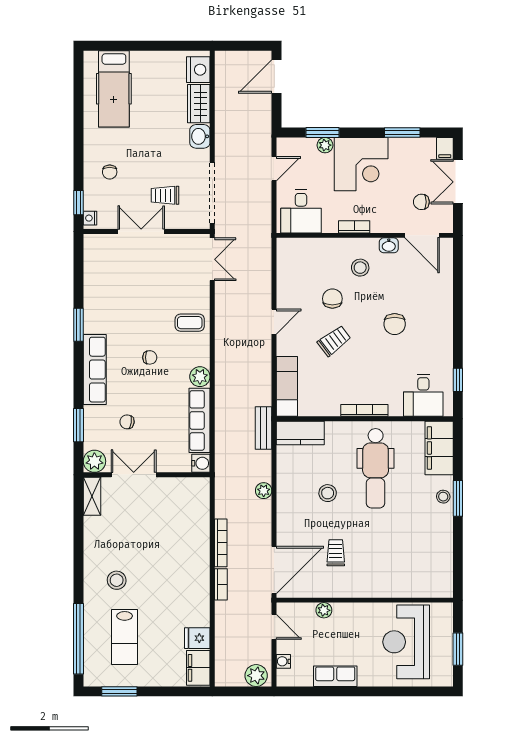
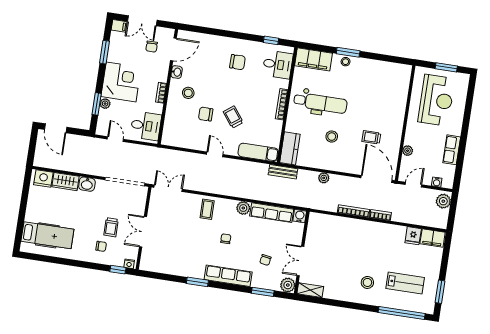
trolley: (165, 195) -> (111, 227), moved
chair: (395, 324) -> (237, 62), moved
reception desk: (406, 642) -> (436, 100), turned -90

